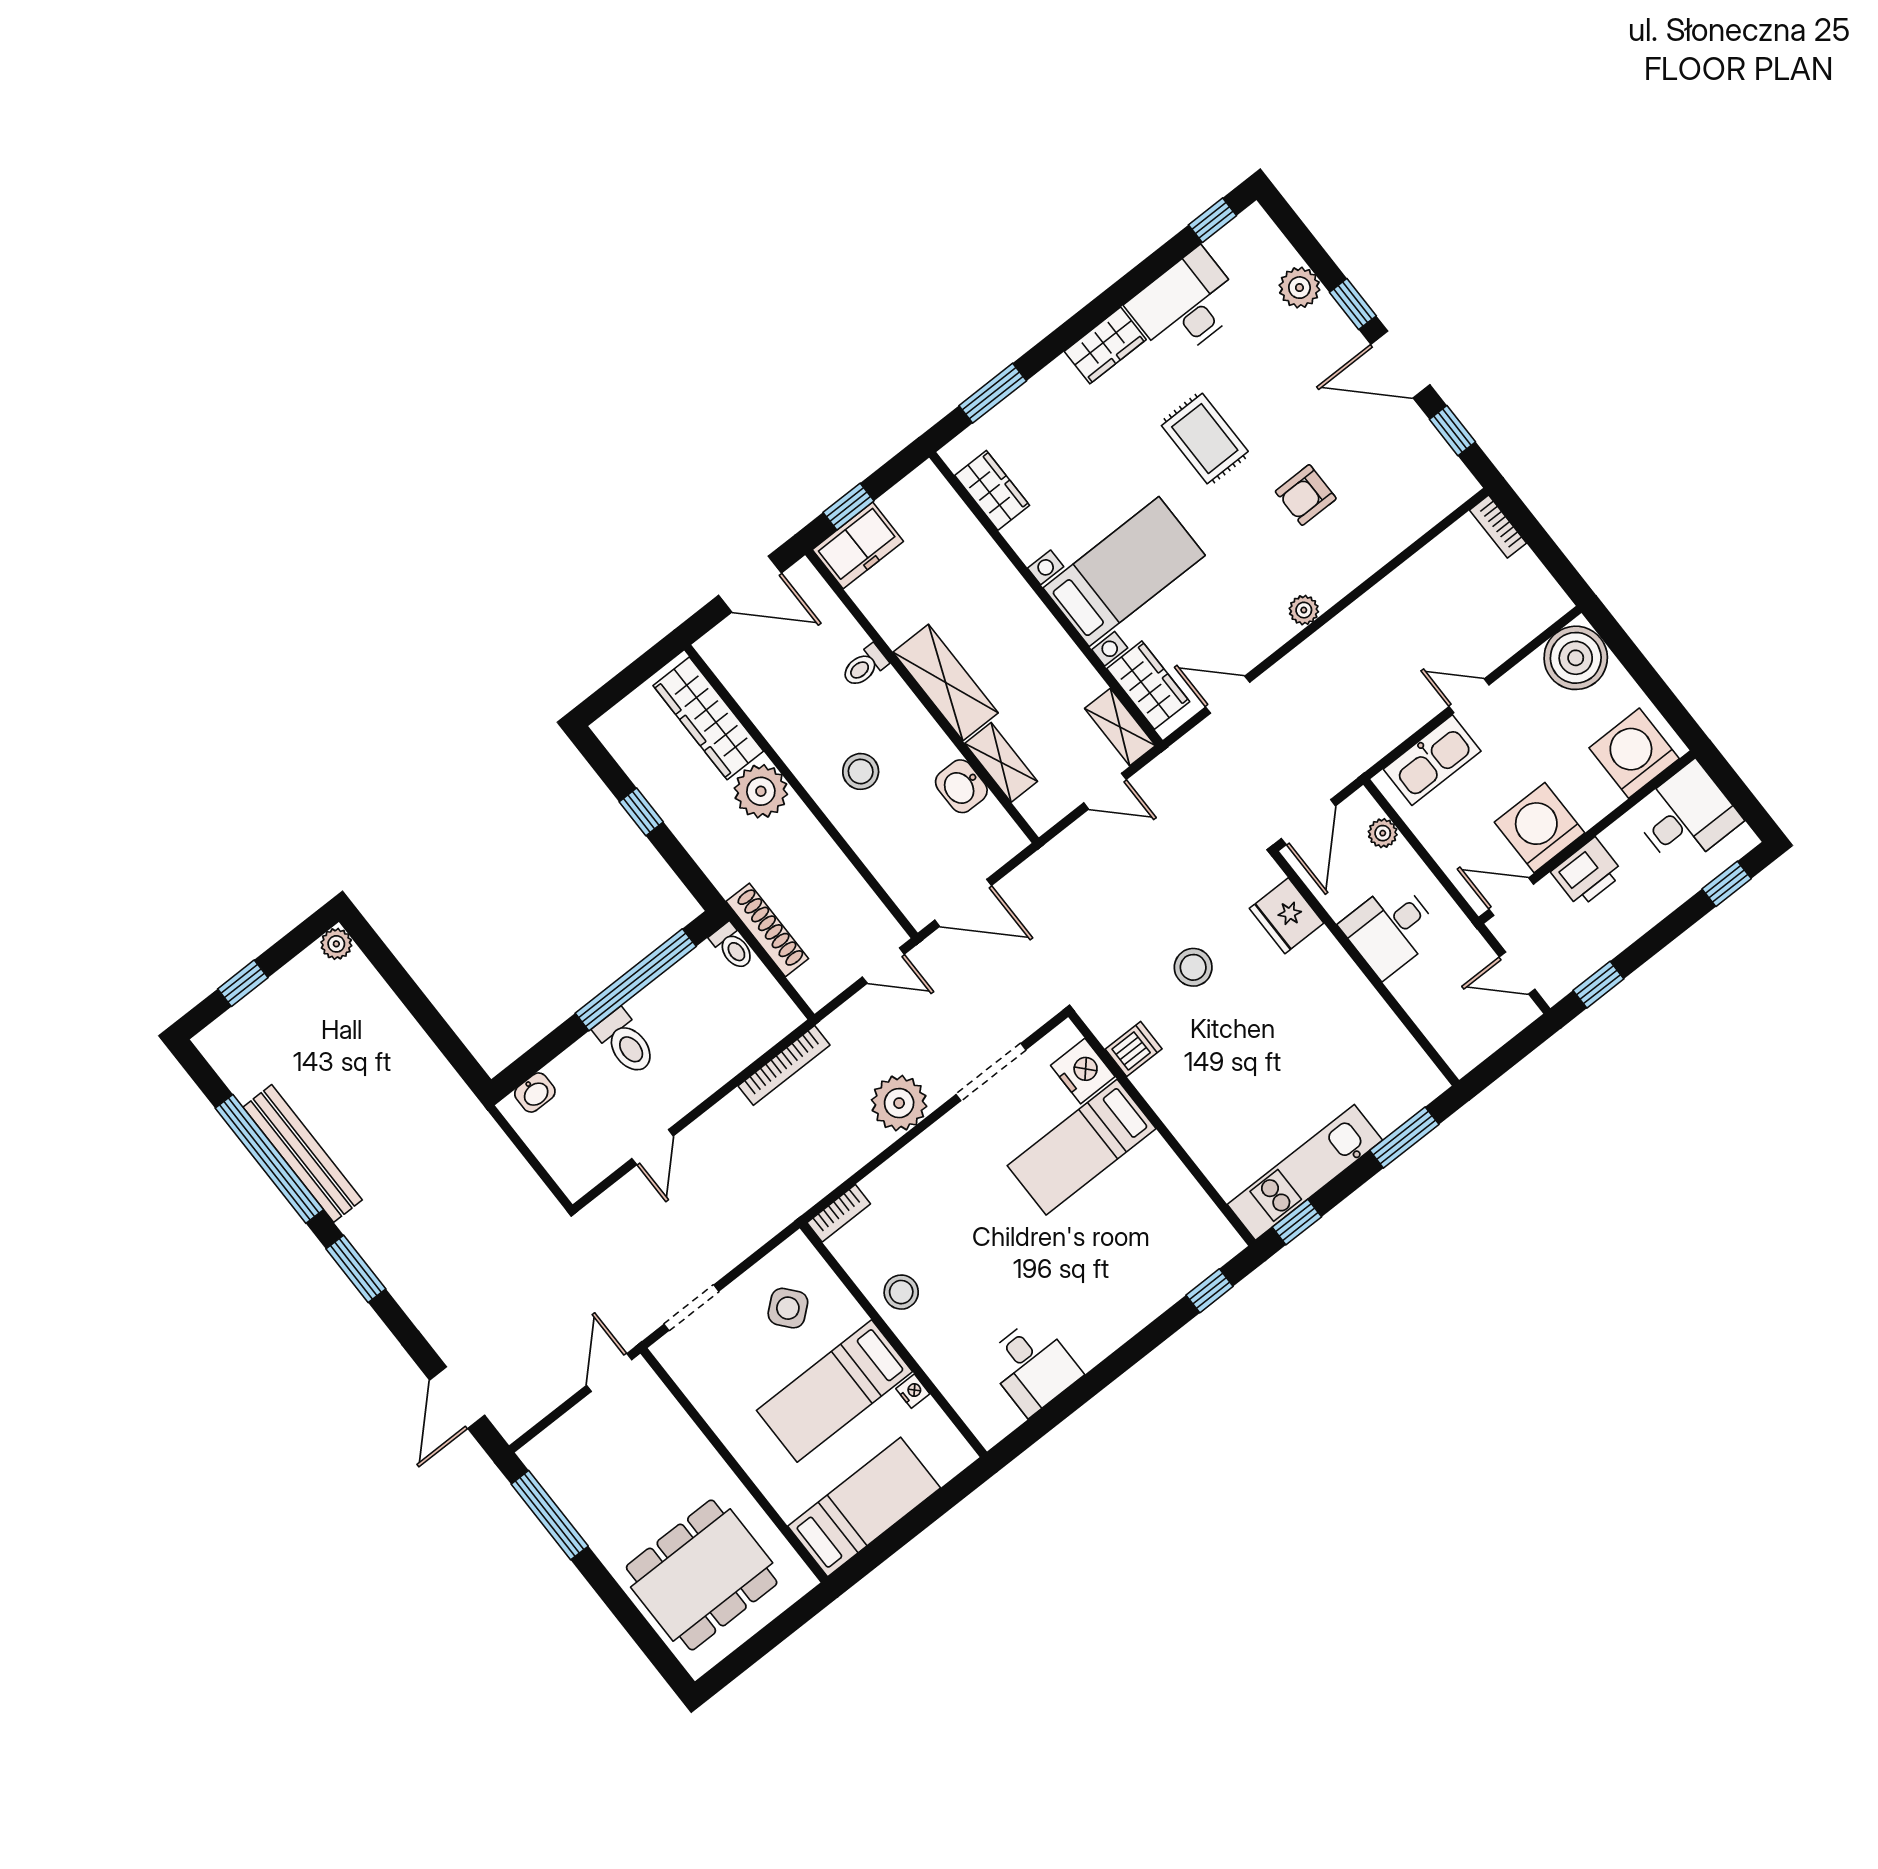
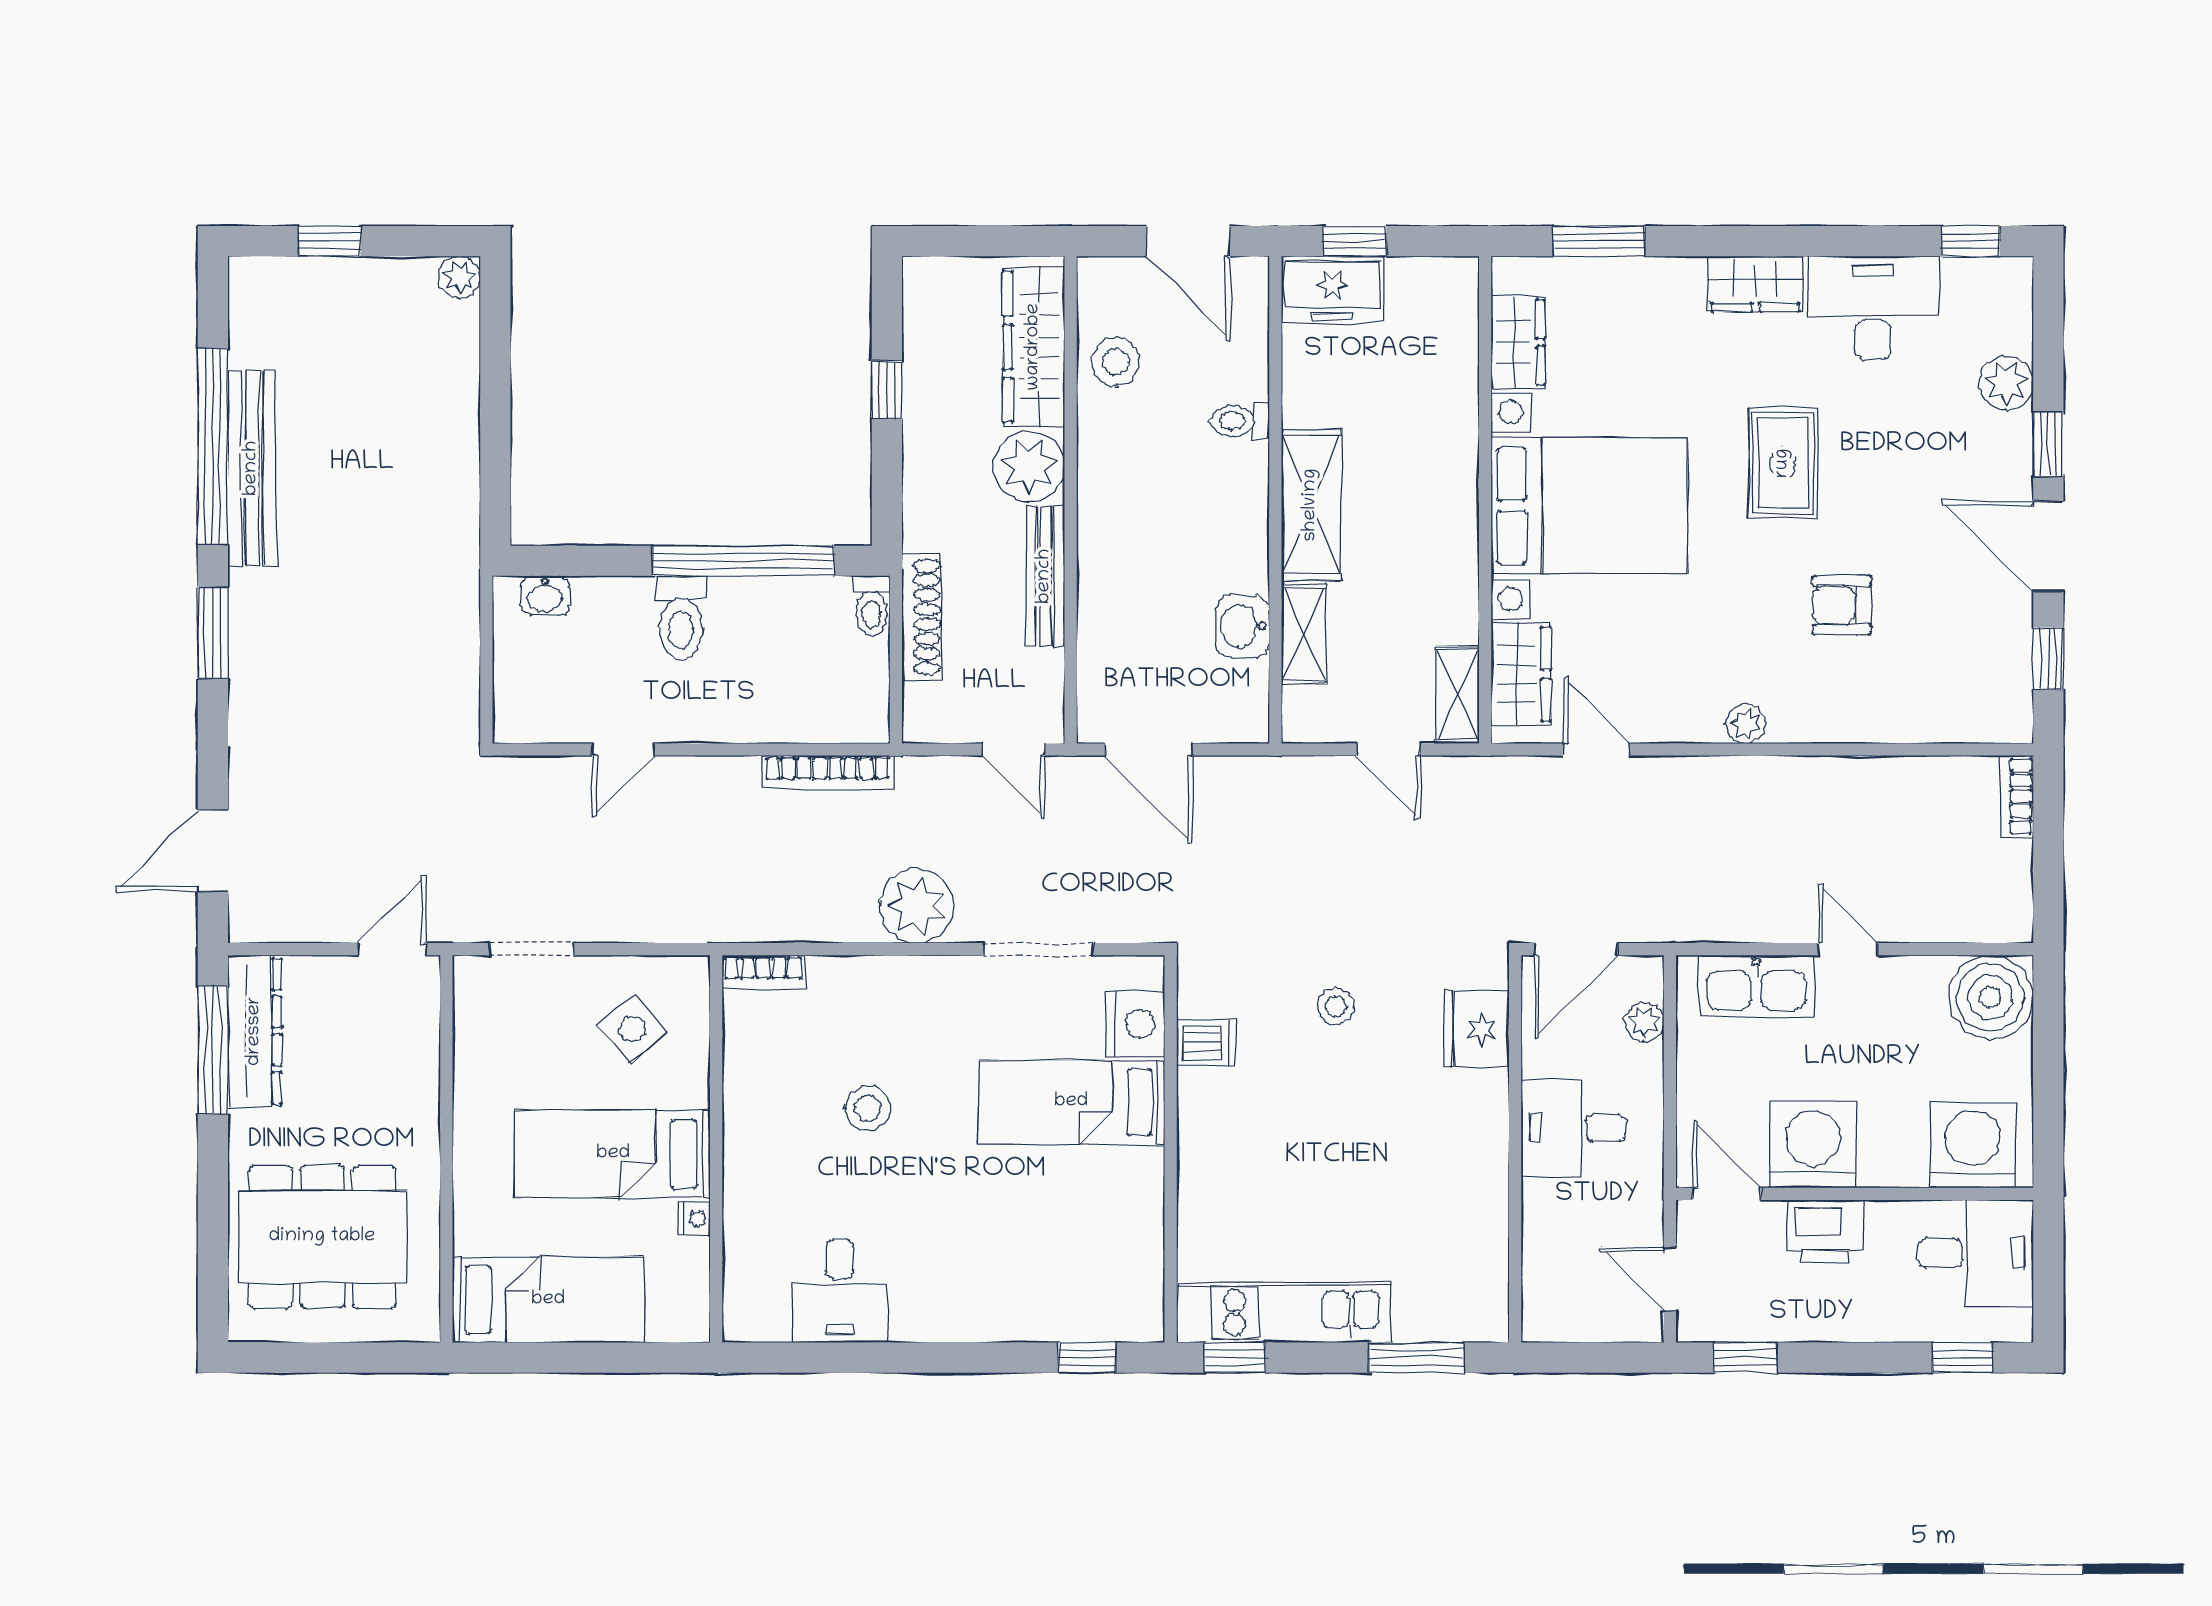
bed with nightstands: (1124, 572) -> (1589, 506), width x1.36
stool: (861, 771) -> (1116, 362), moved
bench: (821, 848) -> (1045, 576), added
stool: (1193, 967) -> (1336, 1006), width x0.73, depth x0.73
stool: (901, 1292) -> (868, 1108), moved
dresser: (566, 1485) -> (255, 1031), added

